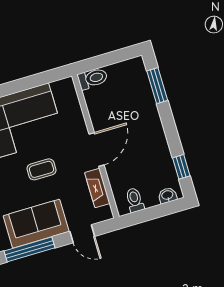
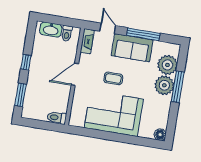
window: (181, 167) -> (26, 62), moved
fireplace: (97, 188) -> (87, 41), moved
washbasin: (167, 195) -> (51, 30), width x1.91, depth x1.45

